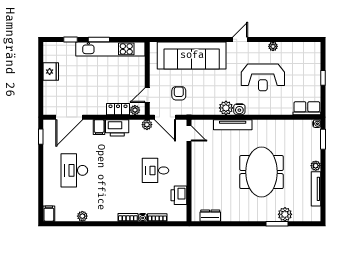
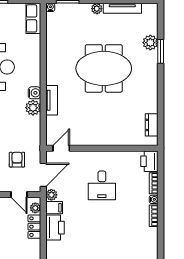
armchair: (179, 93) -> (17, 160), turned 90
tv unit: (233, 125) -> (52, 100), width x0.71
filing cabinet: (99, 127) -> (54, 208), moved
printer: (179, 195) -> (149, 161), moved, turned 90

